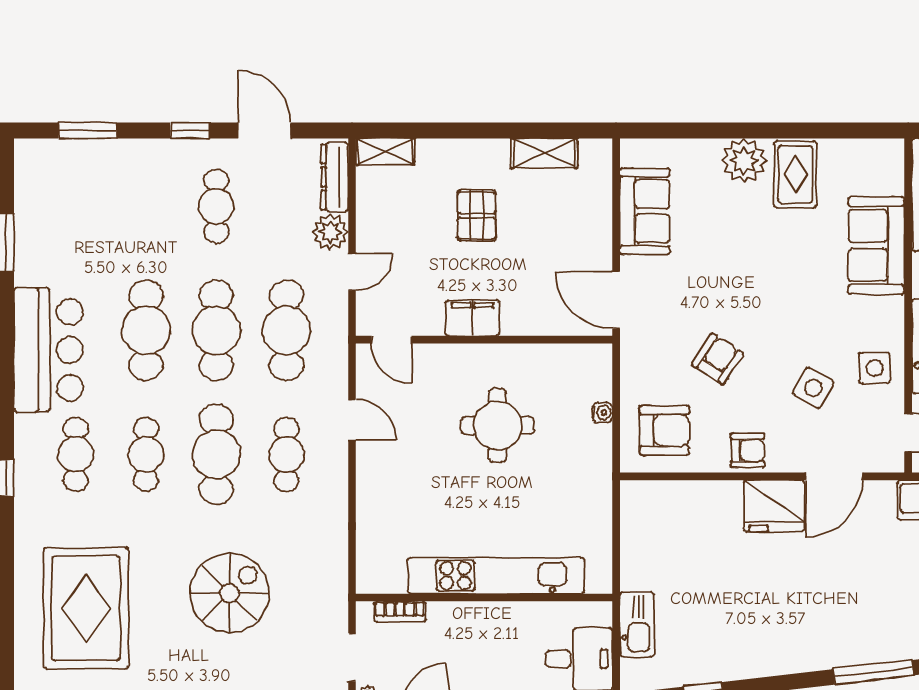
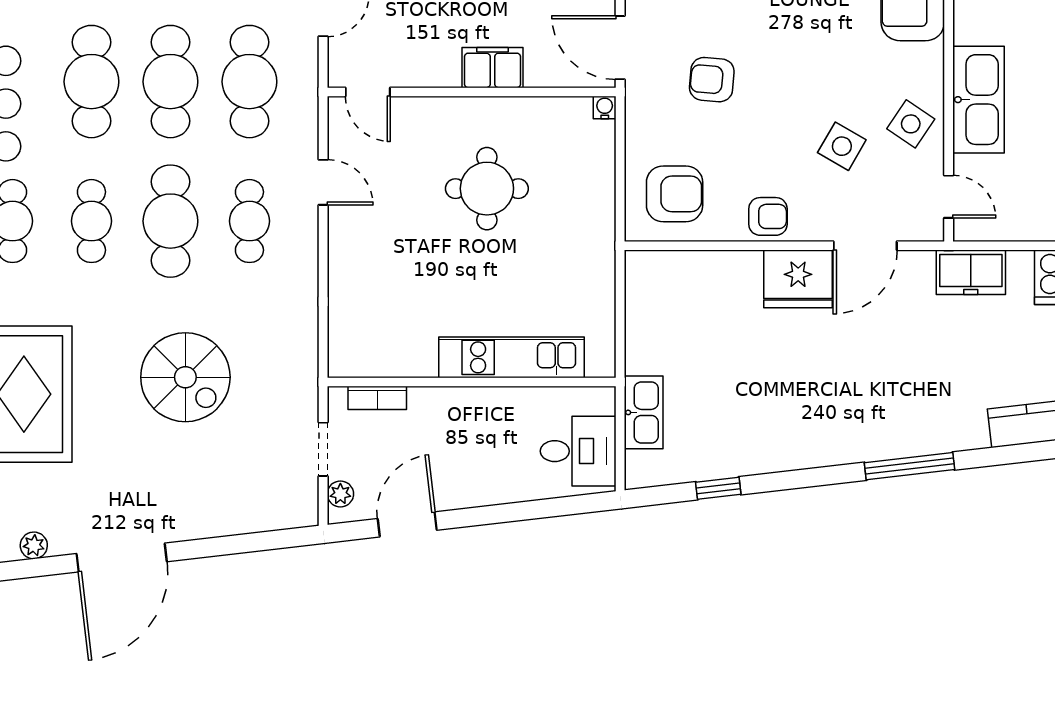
filing cabinet: (472, 318) -> (492, 68), moved
armchair: (717, 359) -> (712, 80), moved, turned -118
side table: (875, 368) -> (911, 124), turned 34
water cooler: (602, 413) -> (605, 108), moved, turned -90
kitchen unit: (496, 576) -> (512, 357), width x0.73
spiral stairs: (230, 593) -> (185, 377), turned 90

